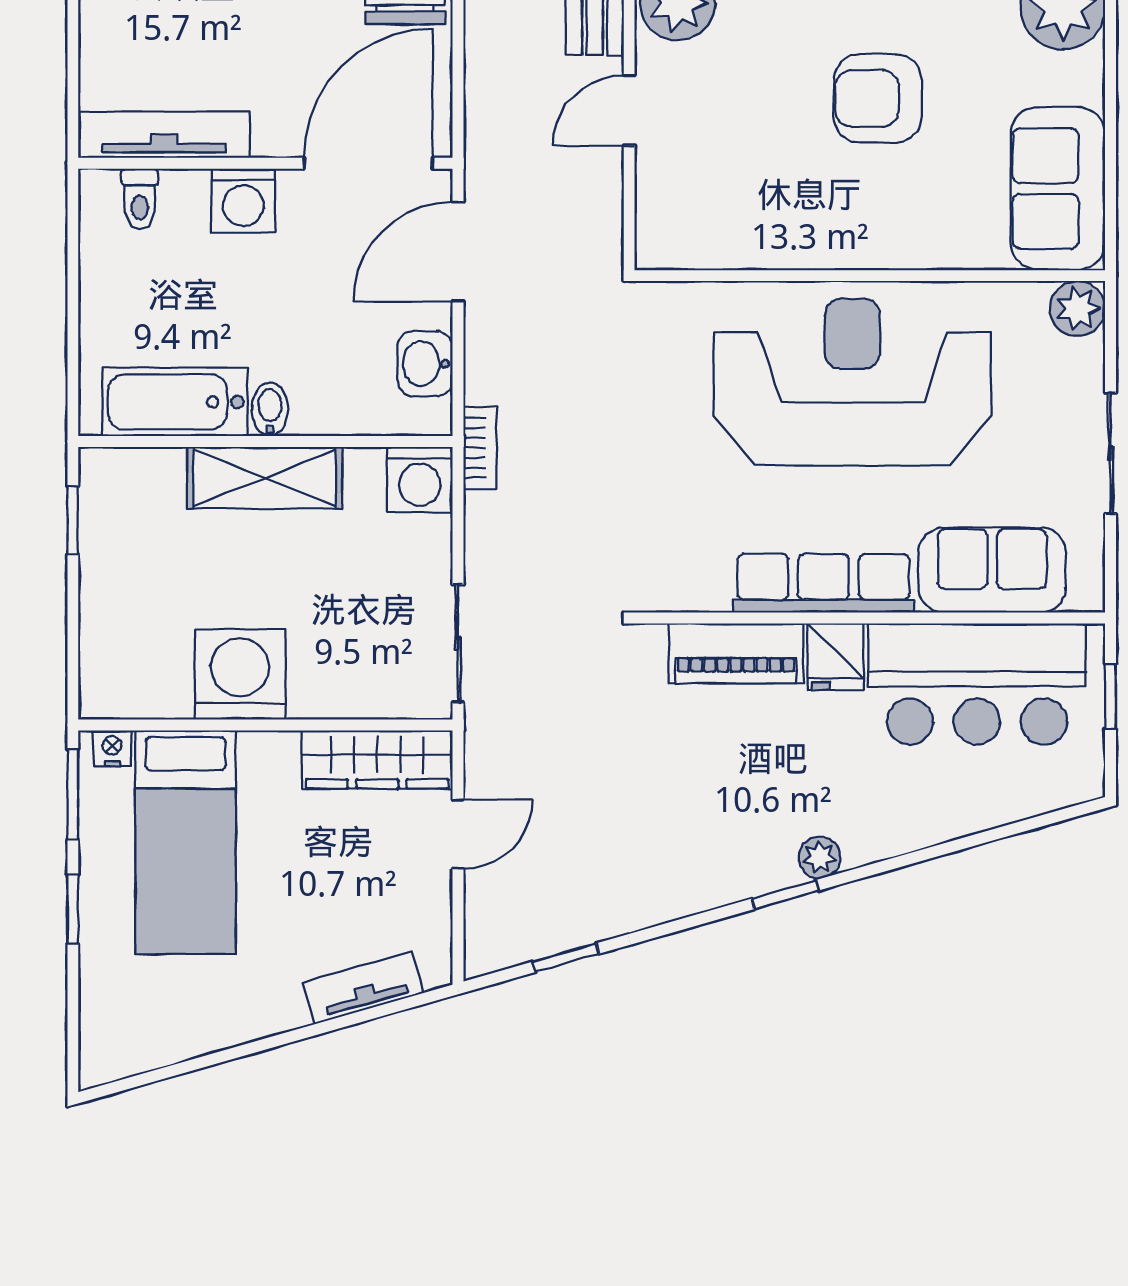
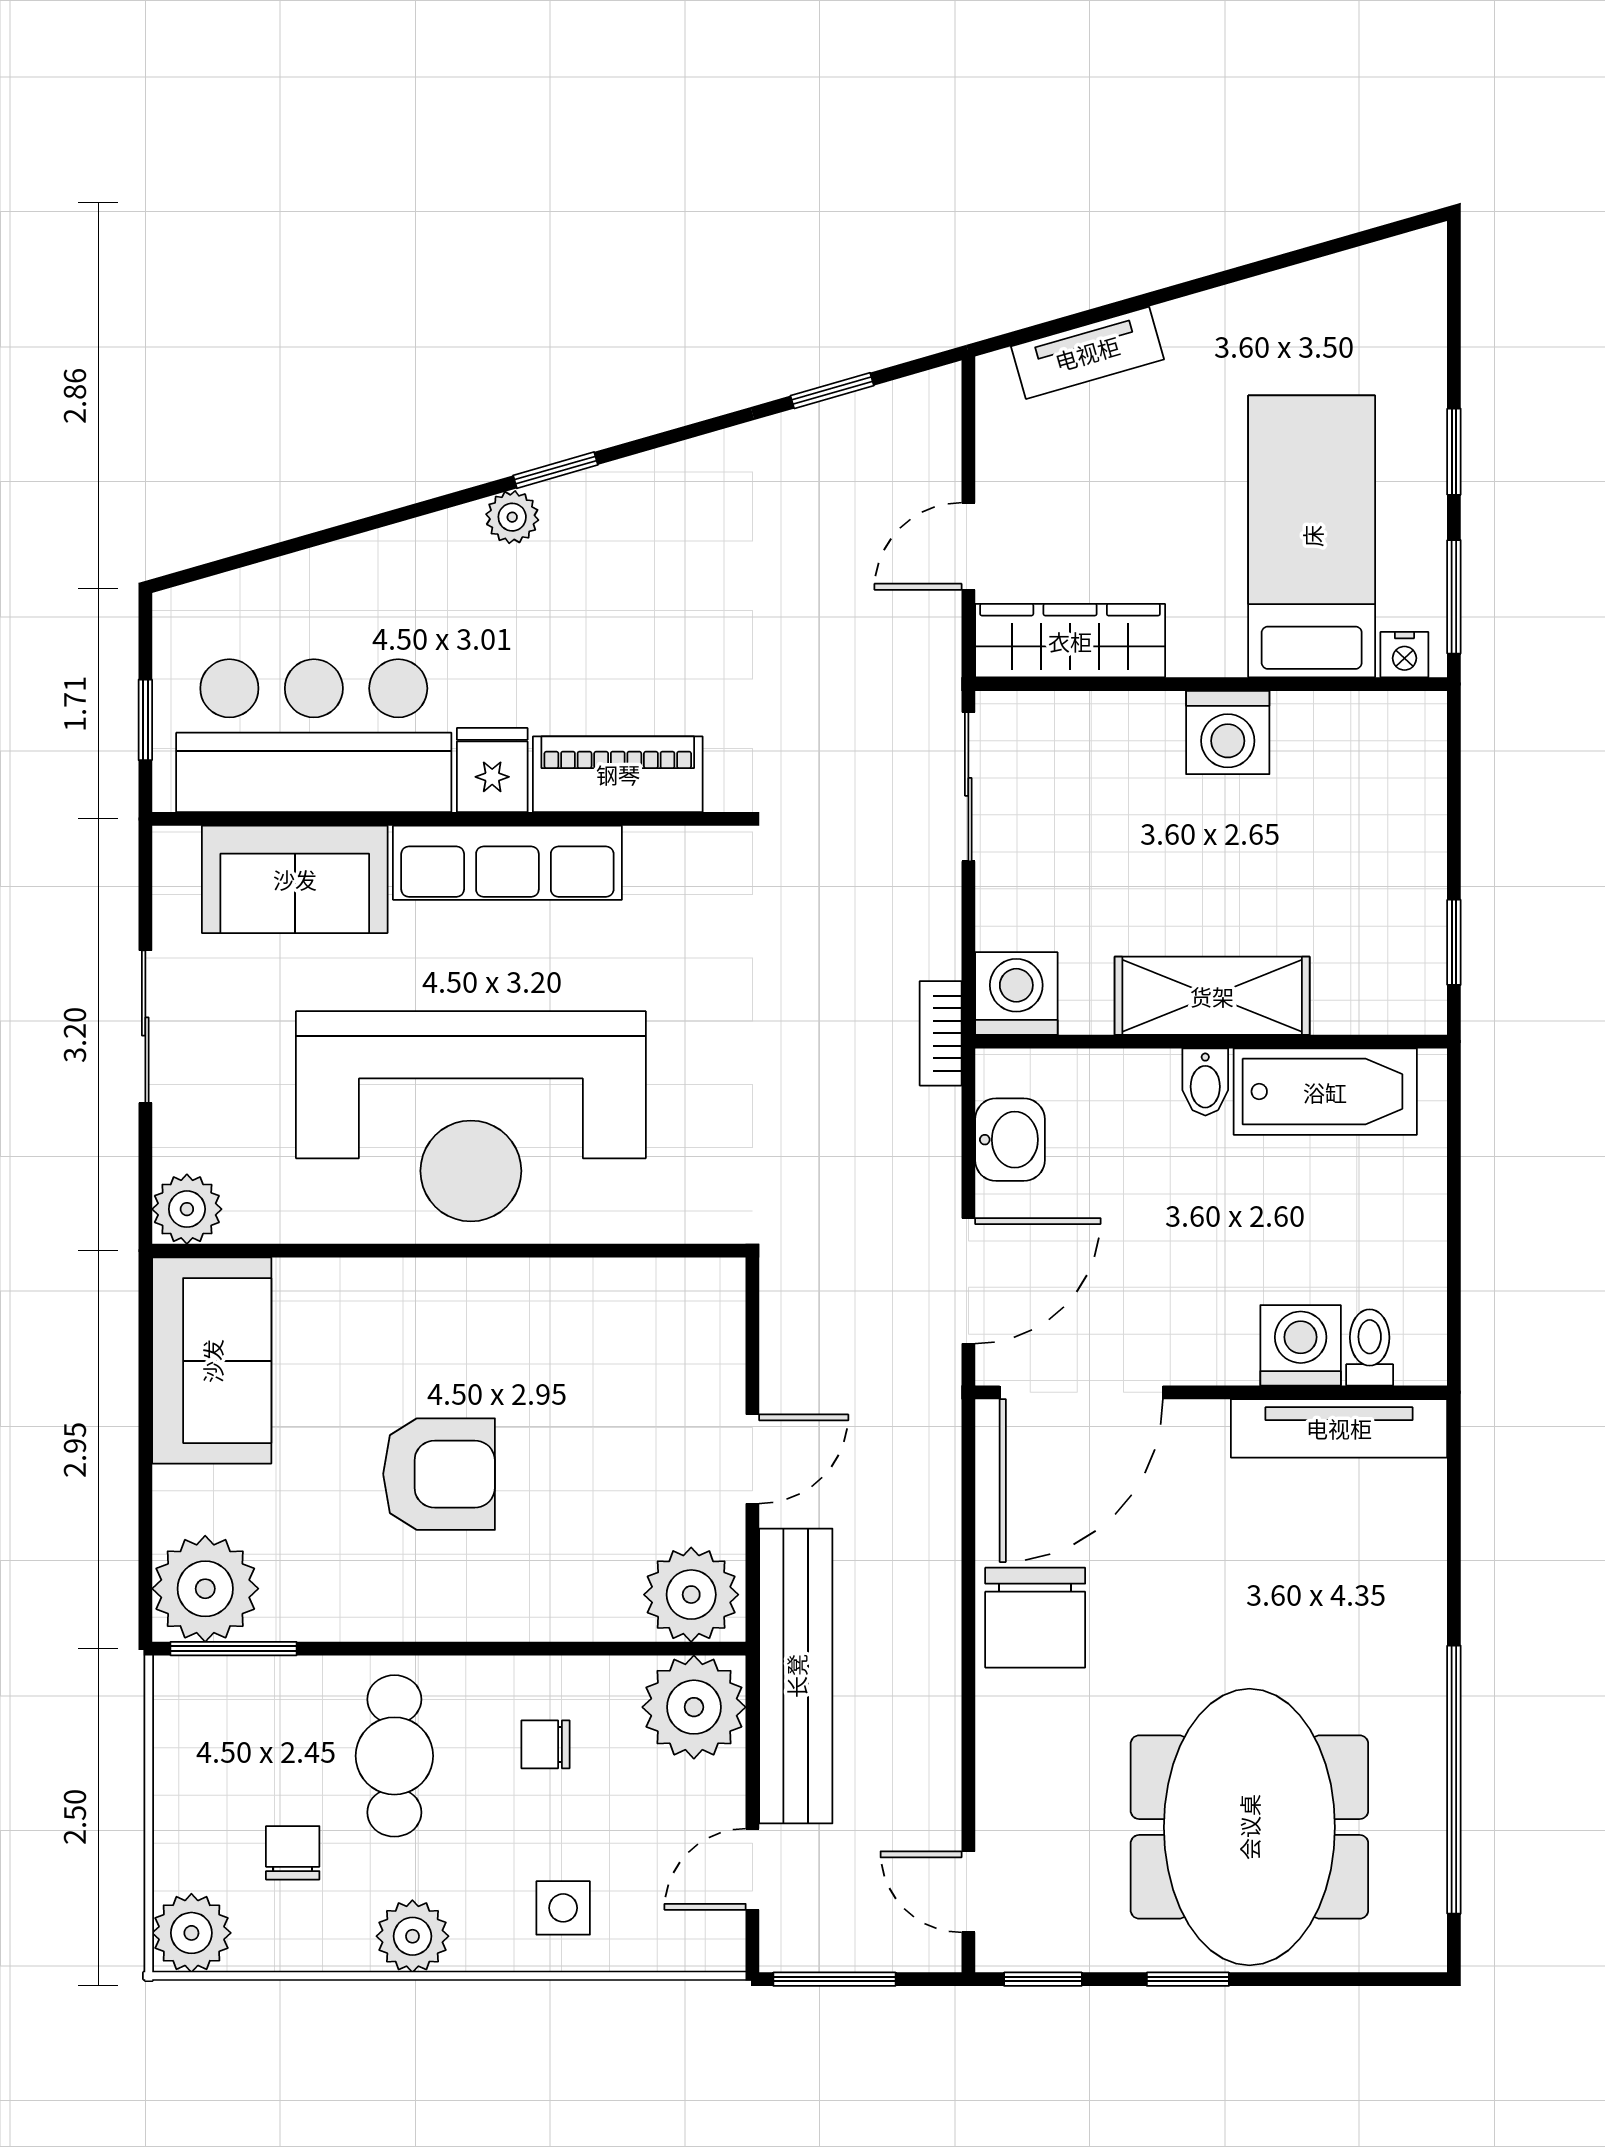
washing machine: (243, 201) -> (1301, 1345), moved
washing machine: (240, 674) -> (1228, 732), width x0.73, depth x0.73

